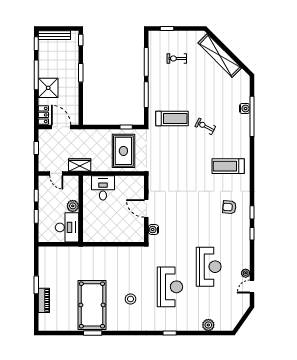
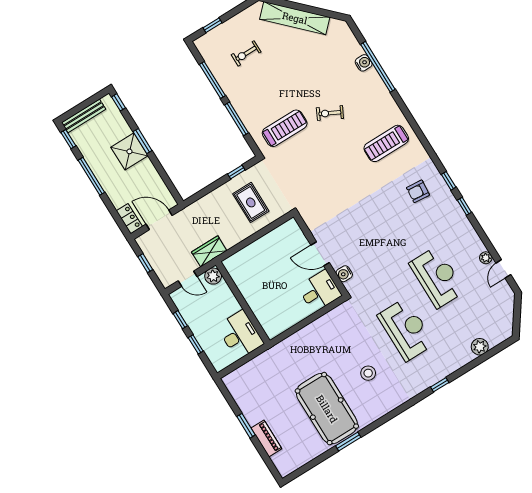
shower: (48, 88) -> (129, 151), moved
rug: (123, 151) -> (251, 202), width x0.73, depth x0.70
desk: (103, 188) -> (320, 291), moved, turned 90
plant: (73, 206) -> (213, 276), moved

